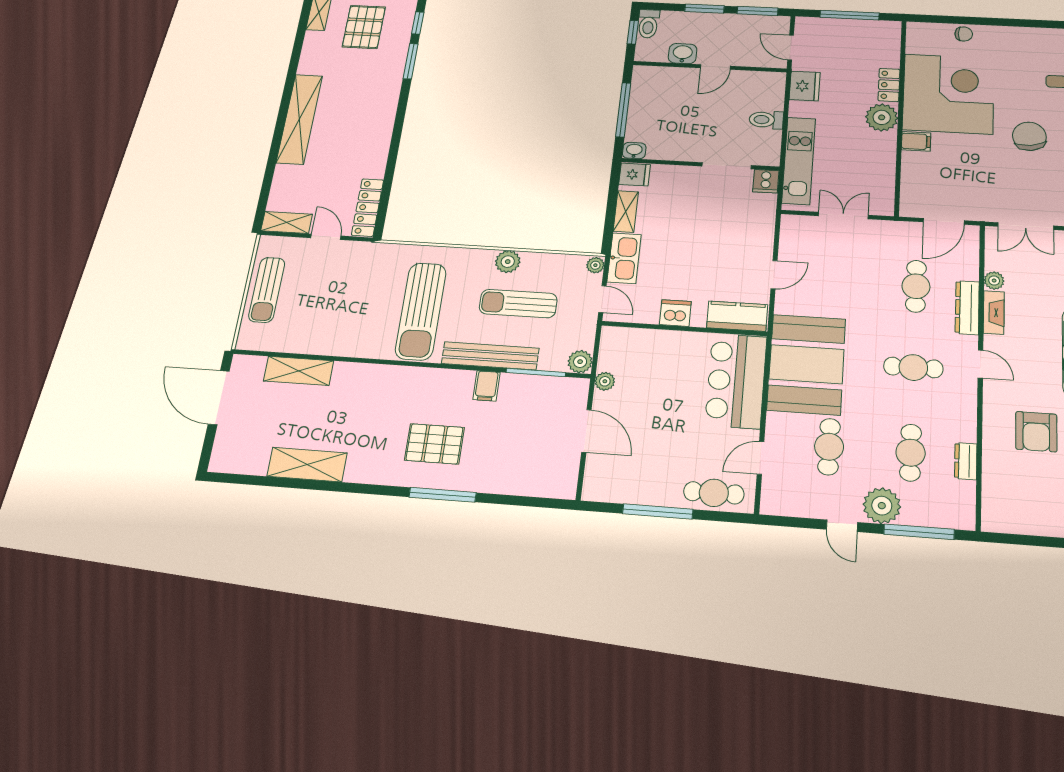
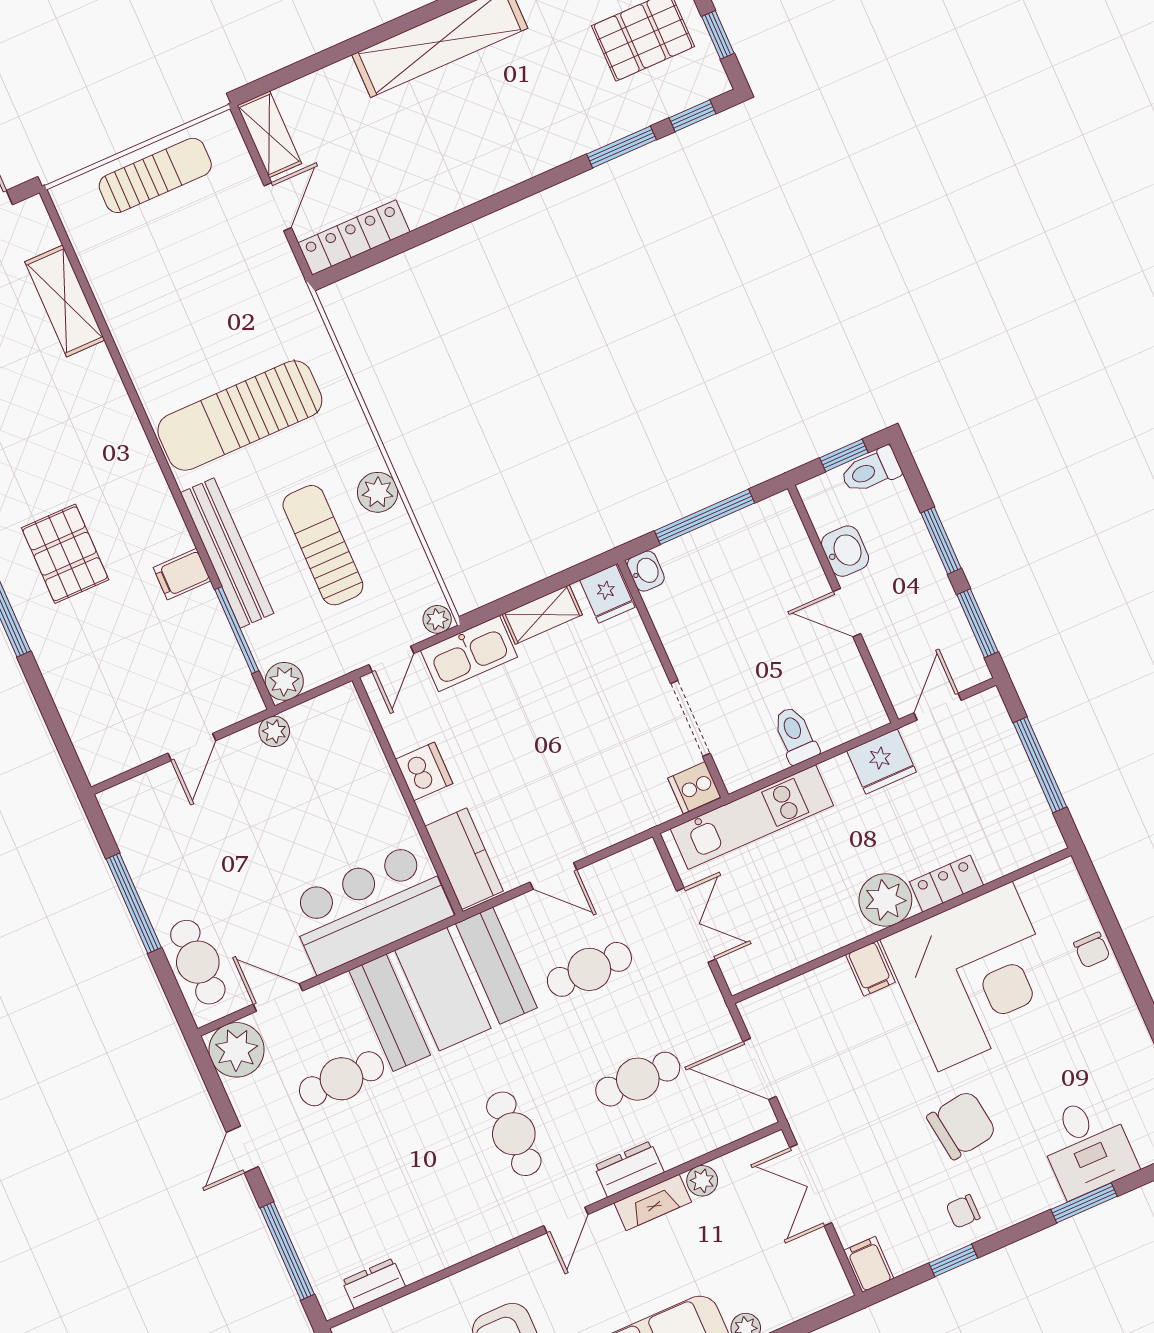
sun lounger: (267, 290) -> (155, 175), turned 180
dresser: (967, 308) -> (629, 1169), width x0.70
door: (586, 431) -> (192, 747), width x0.73
cafe table: (911, 453) -> (589, 969), moved
dresser: (966, 461) -> (374, 1284), moved
plant: (882, 506) -> (237, 1050), moved

